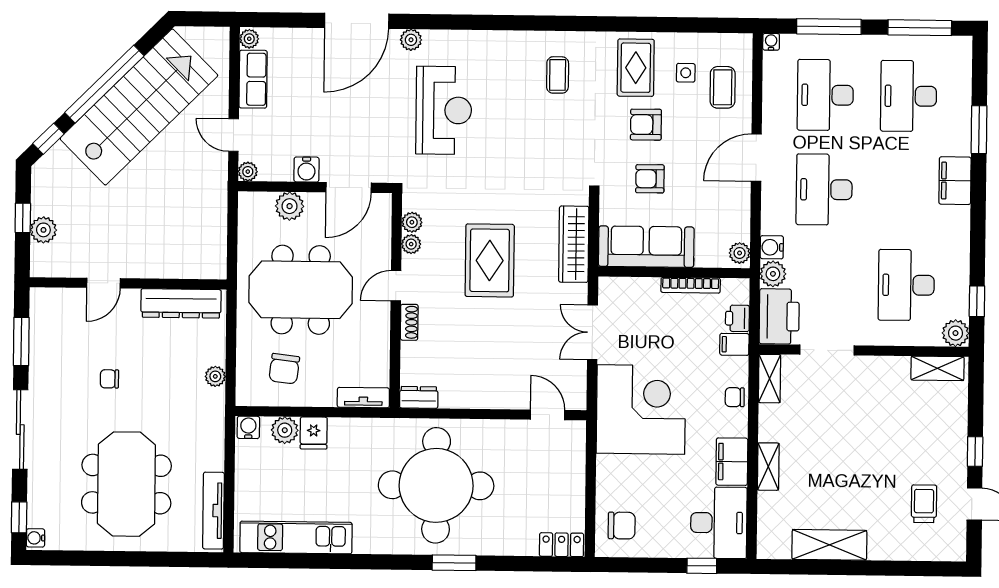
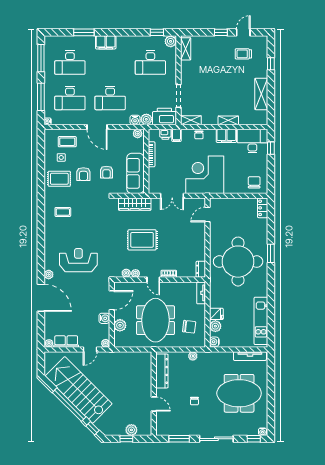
door: (349, 188) -> (112, 300), hinge flipped
window: (900, 568) -> (271, 64), added

